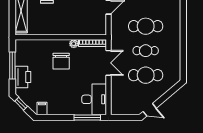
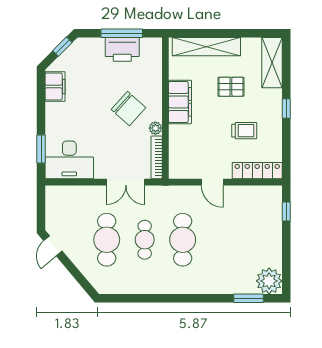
filing cabinet: (57, 28) -> (180, 102), added
chair: (61, 61) -> (128, 109), turned -138
printer: (23, 77) -> (122, 49), moved
filing cabinet: (42, 108) -> (55, 87), width x2.00
window: (87, 118) -> (41, 149), width x0.69

